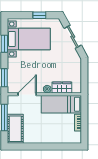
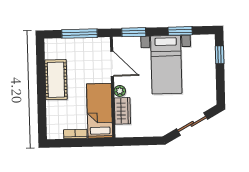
window: (39, 15) -> (220, 55), moved
bed with nightstands: (29, 39) -> (166, 65), moved
cot: (15, 129) -> (56, 80), moved, turned 90

